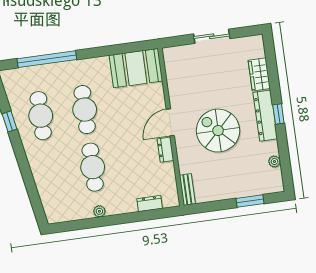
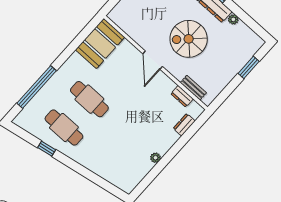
dresser: (165, 150) -> (182, 96), moved
plant: (274, 162) -> (233, 19), moved
cafe table: (93, 167) -> (127, 132), removed
bench: (187, 190) -> (193, 88), moved

